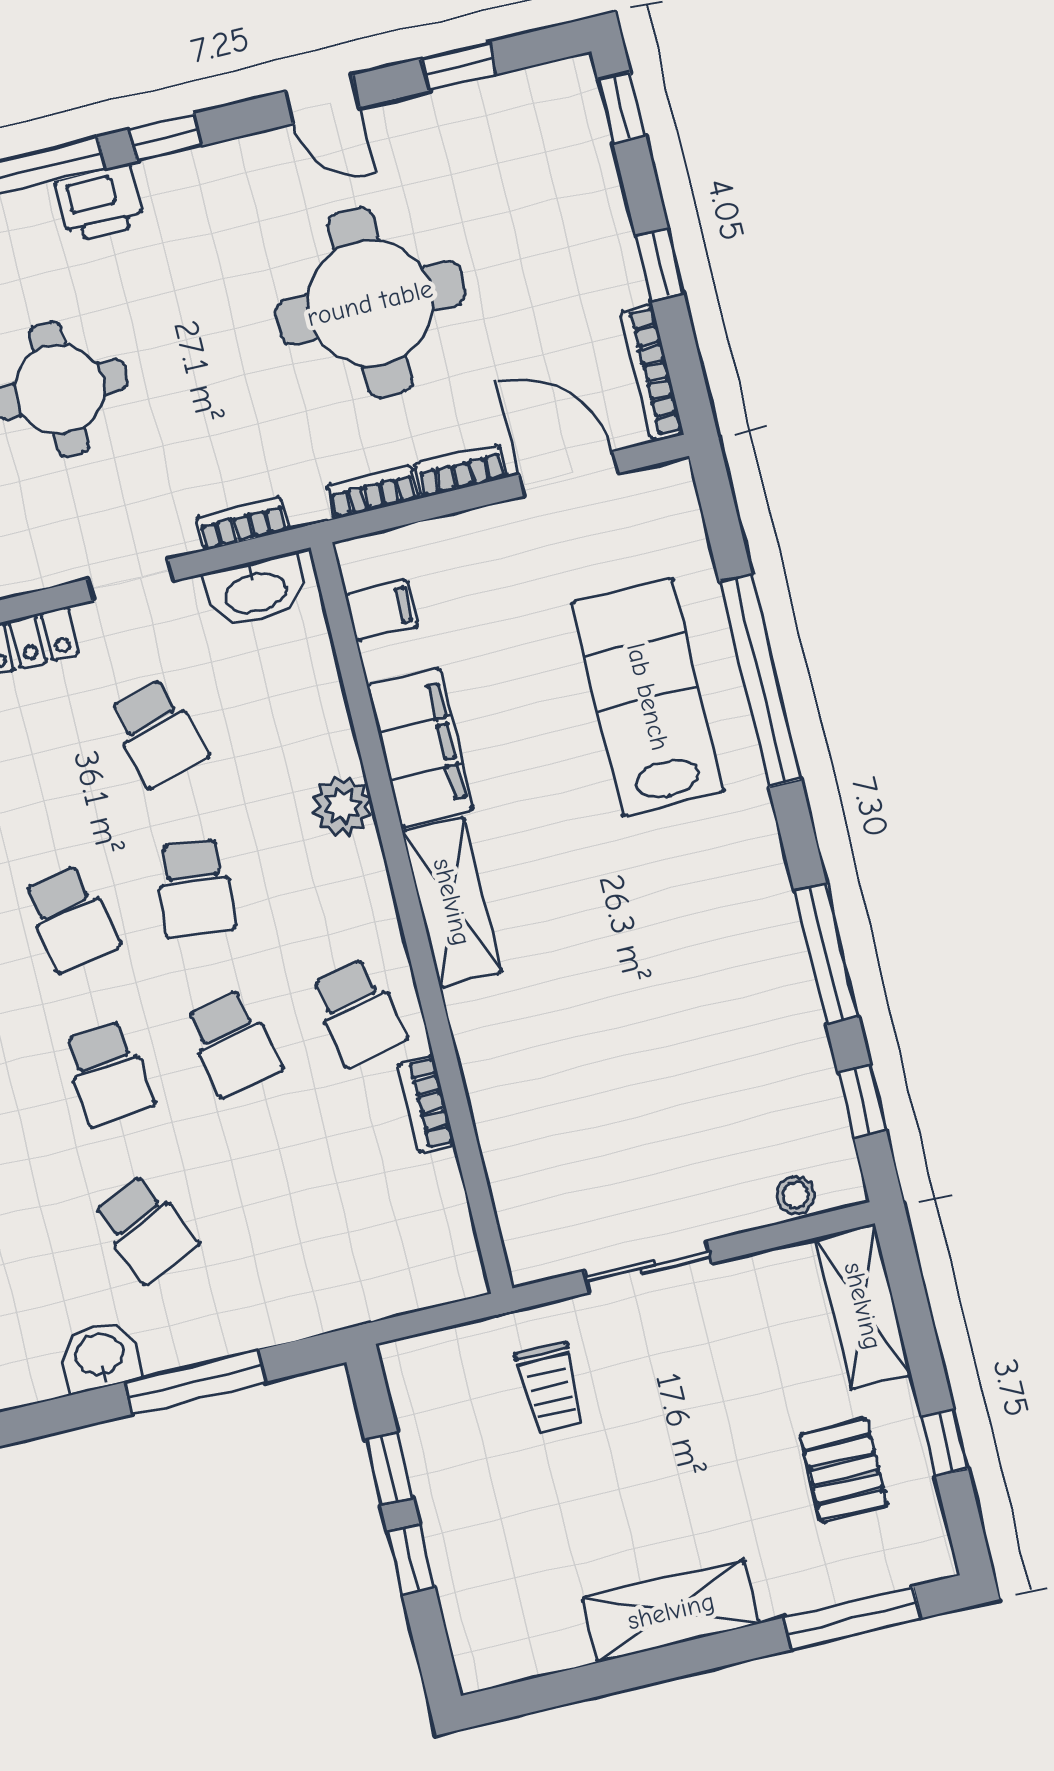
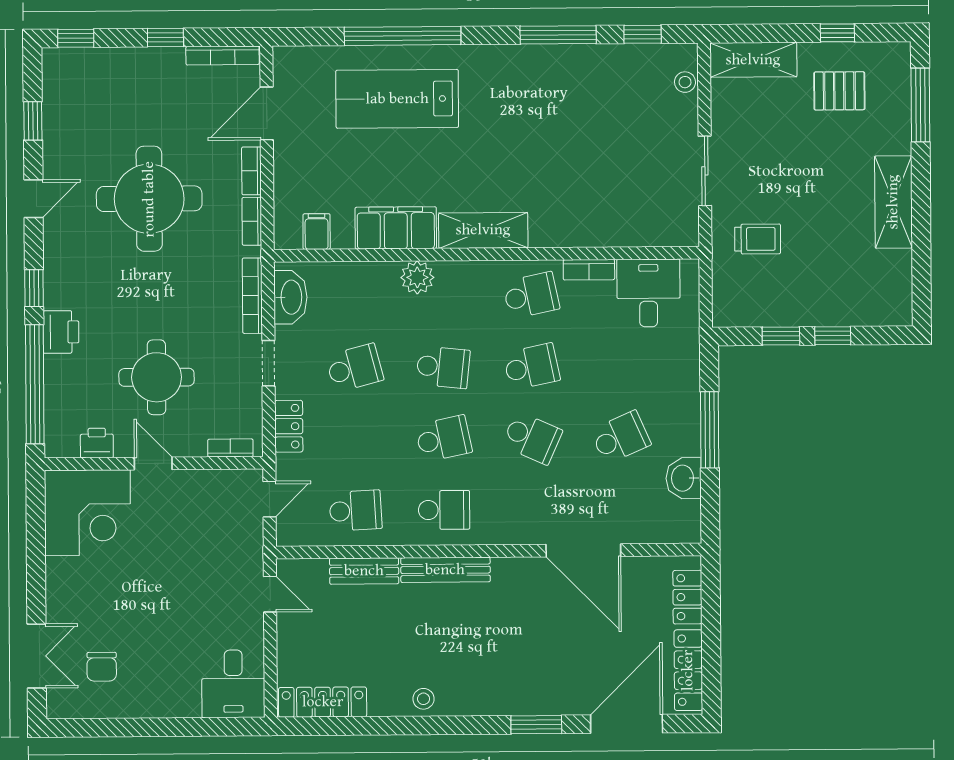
bookcase: (242, 524) -> (252, 296), width x1.56
school desk: (108, 1074) -> (532, 438), turned 30
desk: (410, 1218) -> (648, 293), added

